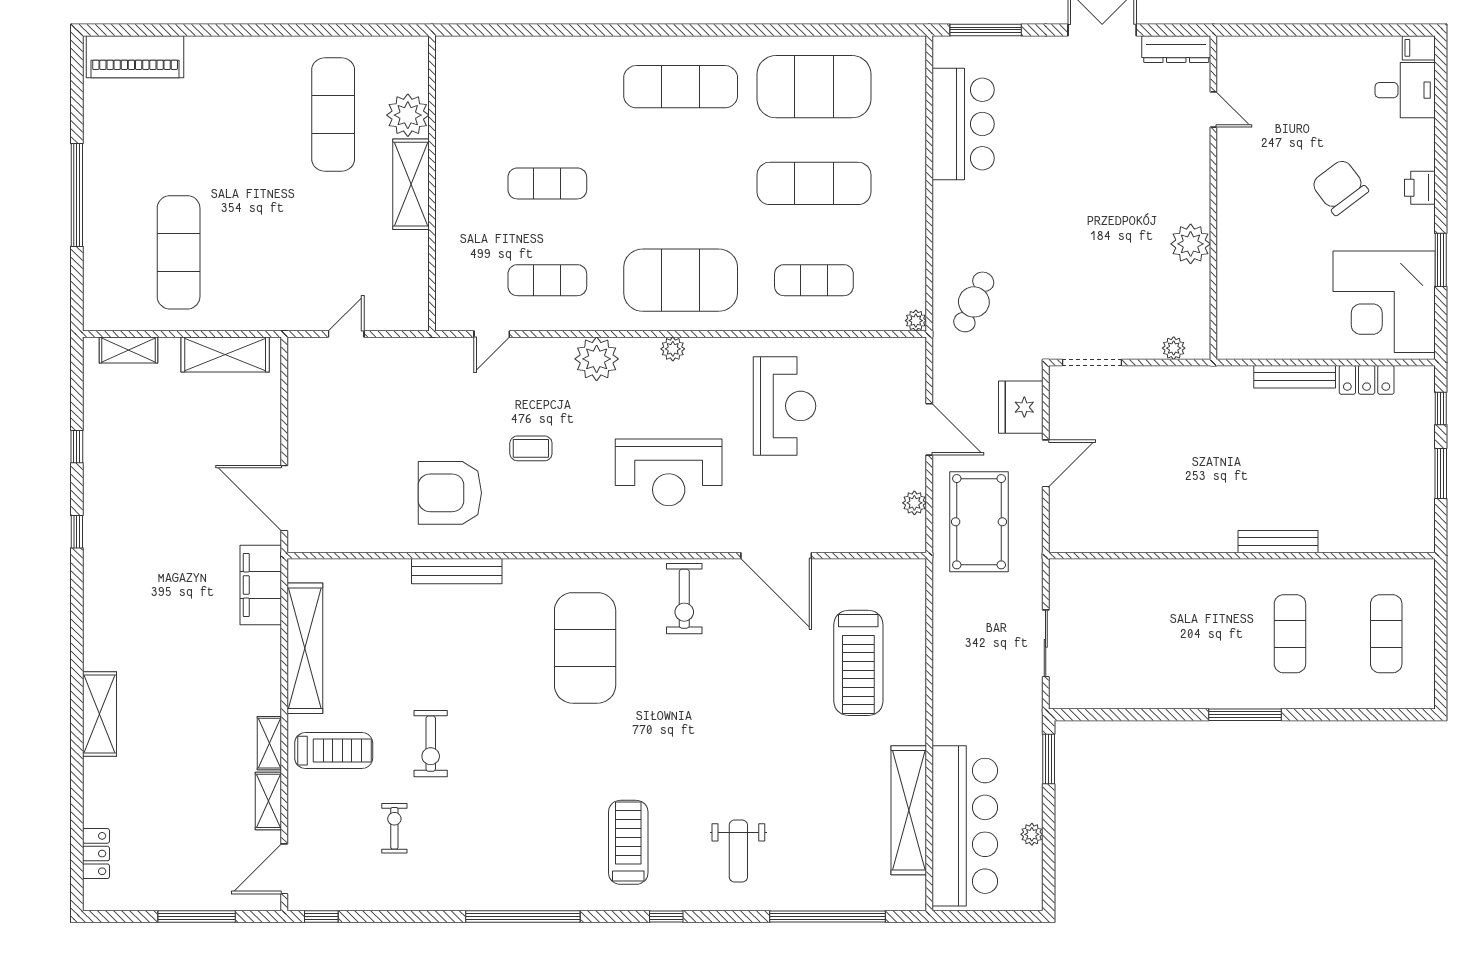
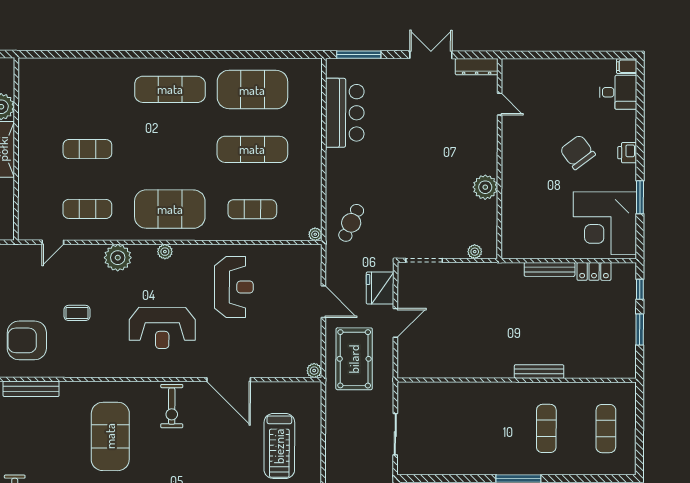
plant: (914, 503) -> (314, 371), moved

